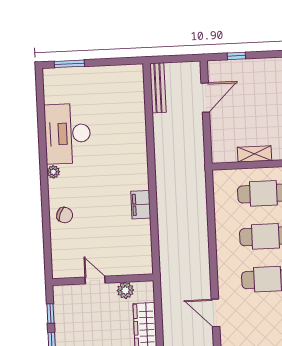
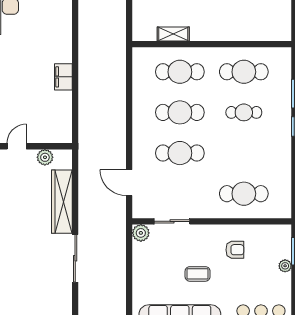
door: (95, 280) -> (17, 146), hinge flipped

